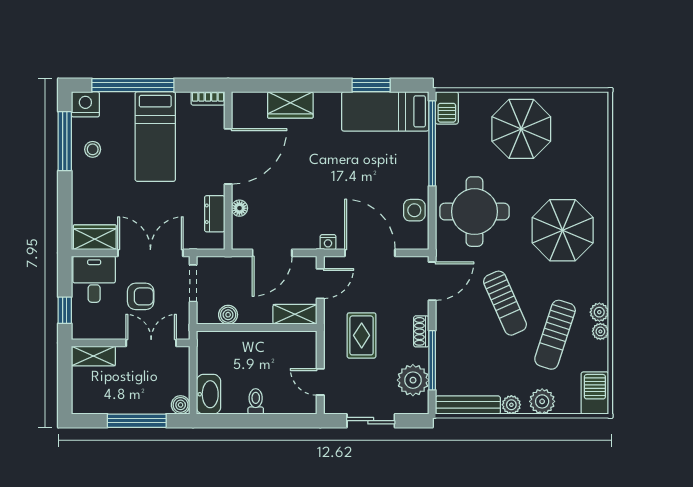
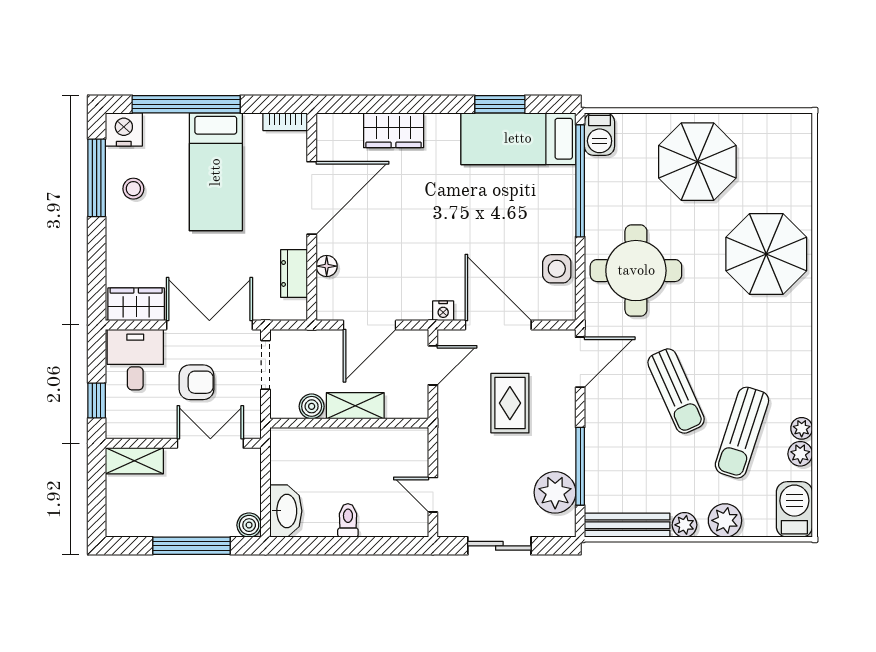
parasol: (563, 230) -> (766, 254), moved
plant: (599, 312) -> (800, 454), moved
shelving: (295, 314) -> (355, 406), moved
shoe rack: (421, 331) -> (566, 428), removed
rug: (362, 335) -> (510, 403), moved

